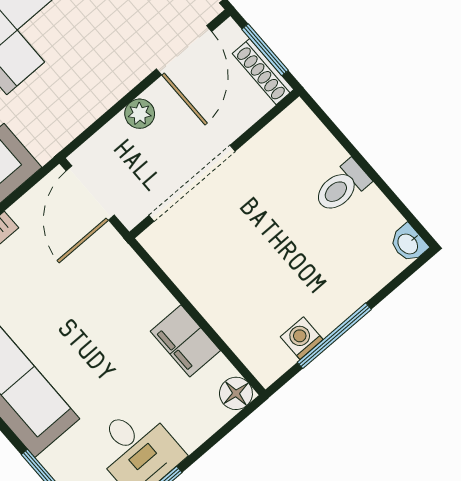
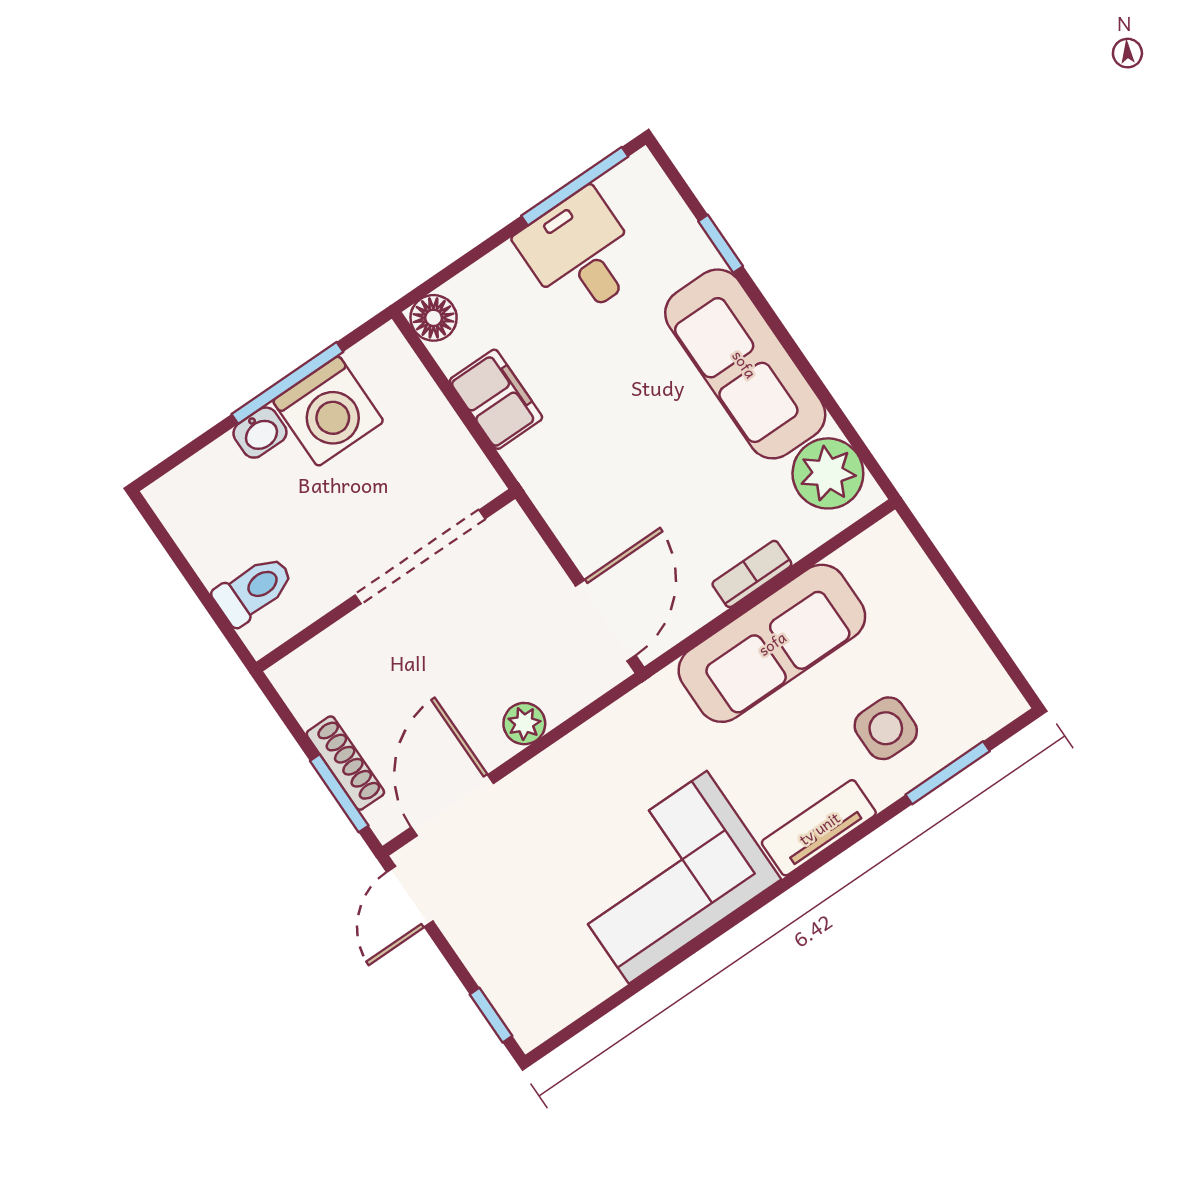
wall: (214, 164) -> (386, 580), moved
doorway: (192, 183) -> (420, 557), moved
washbasin: (408, 243) -> (260, 433), moved, turned 90
washing machine: (302, 338) -> (328, 411), width x1.89, depth x1.89

